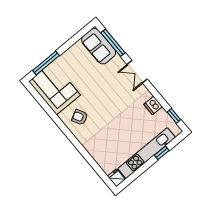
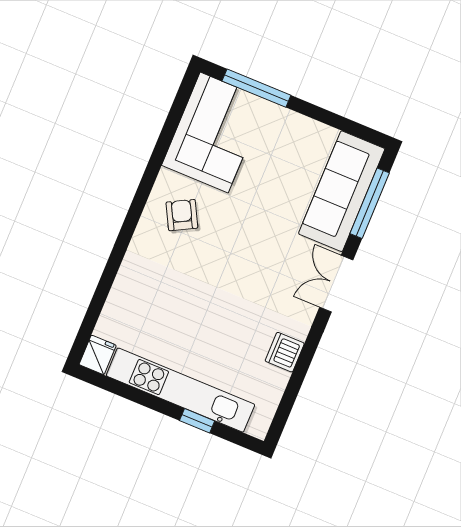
sofa: (99, 46) -> (342, 191), width x1.36
window: (174, 116) -> (286, 406), removed

